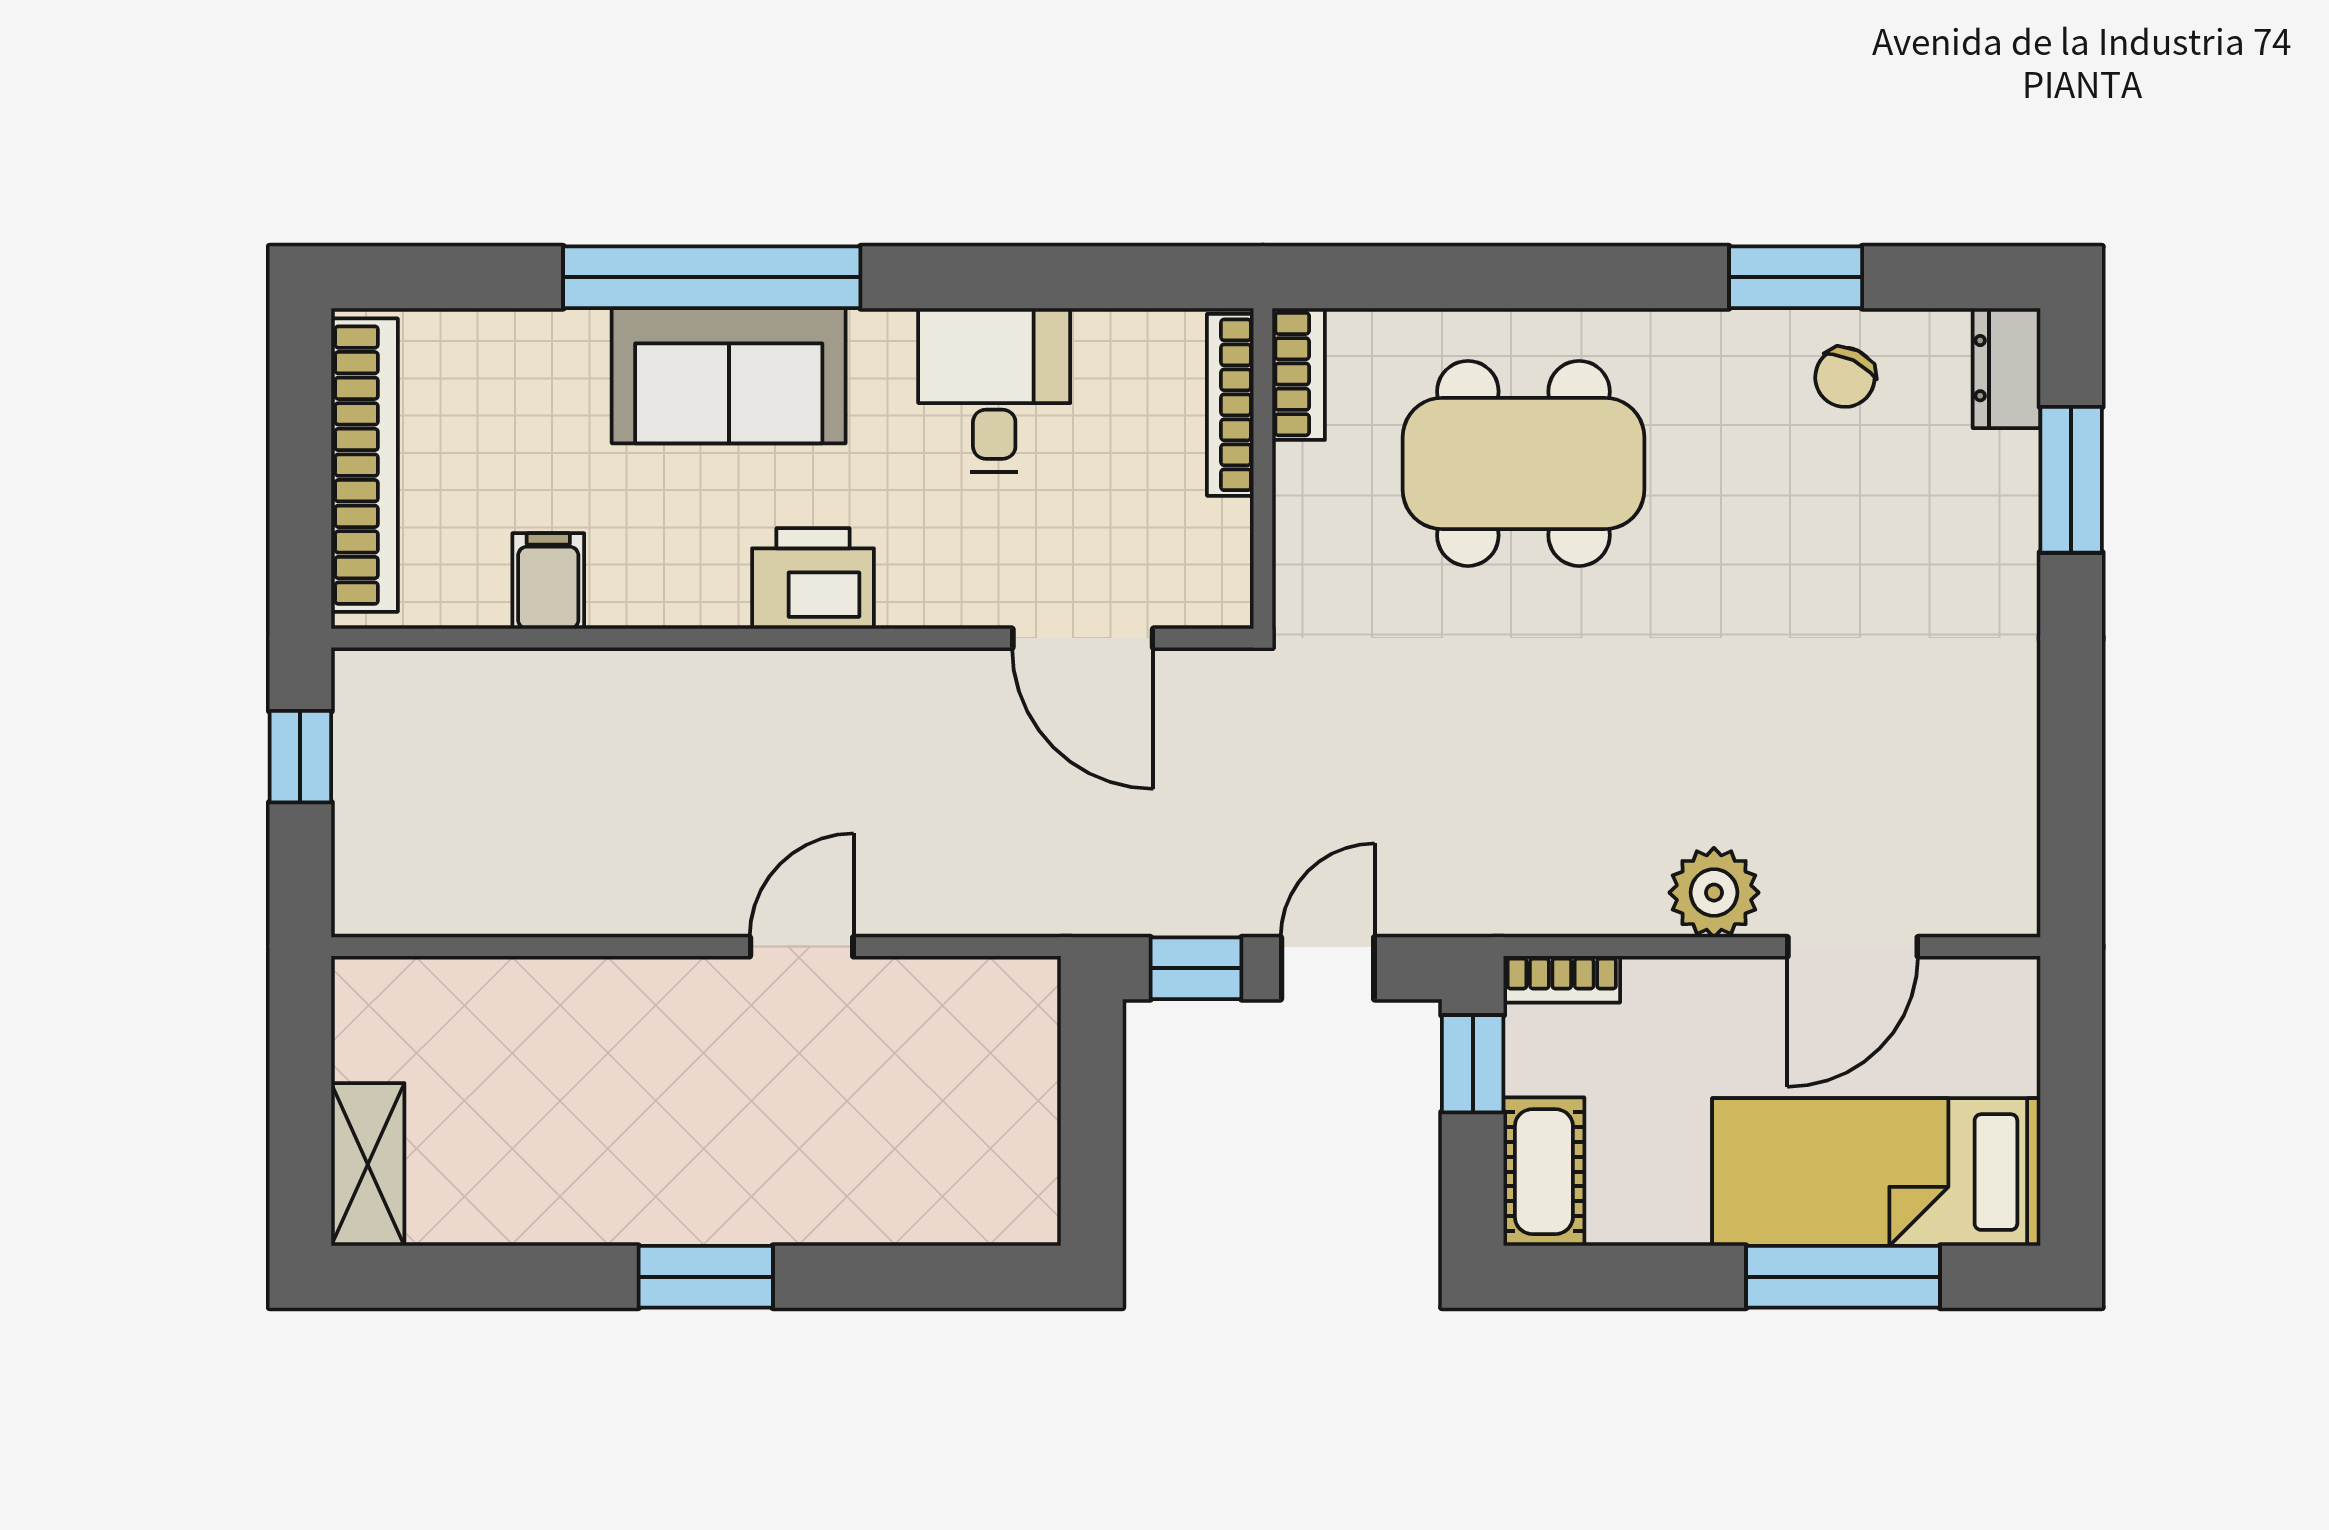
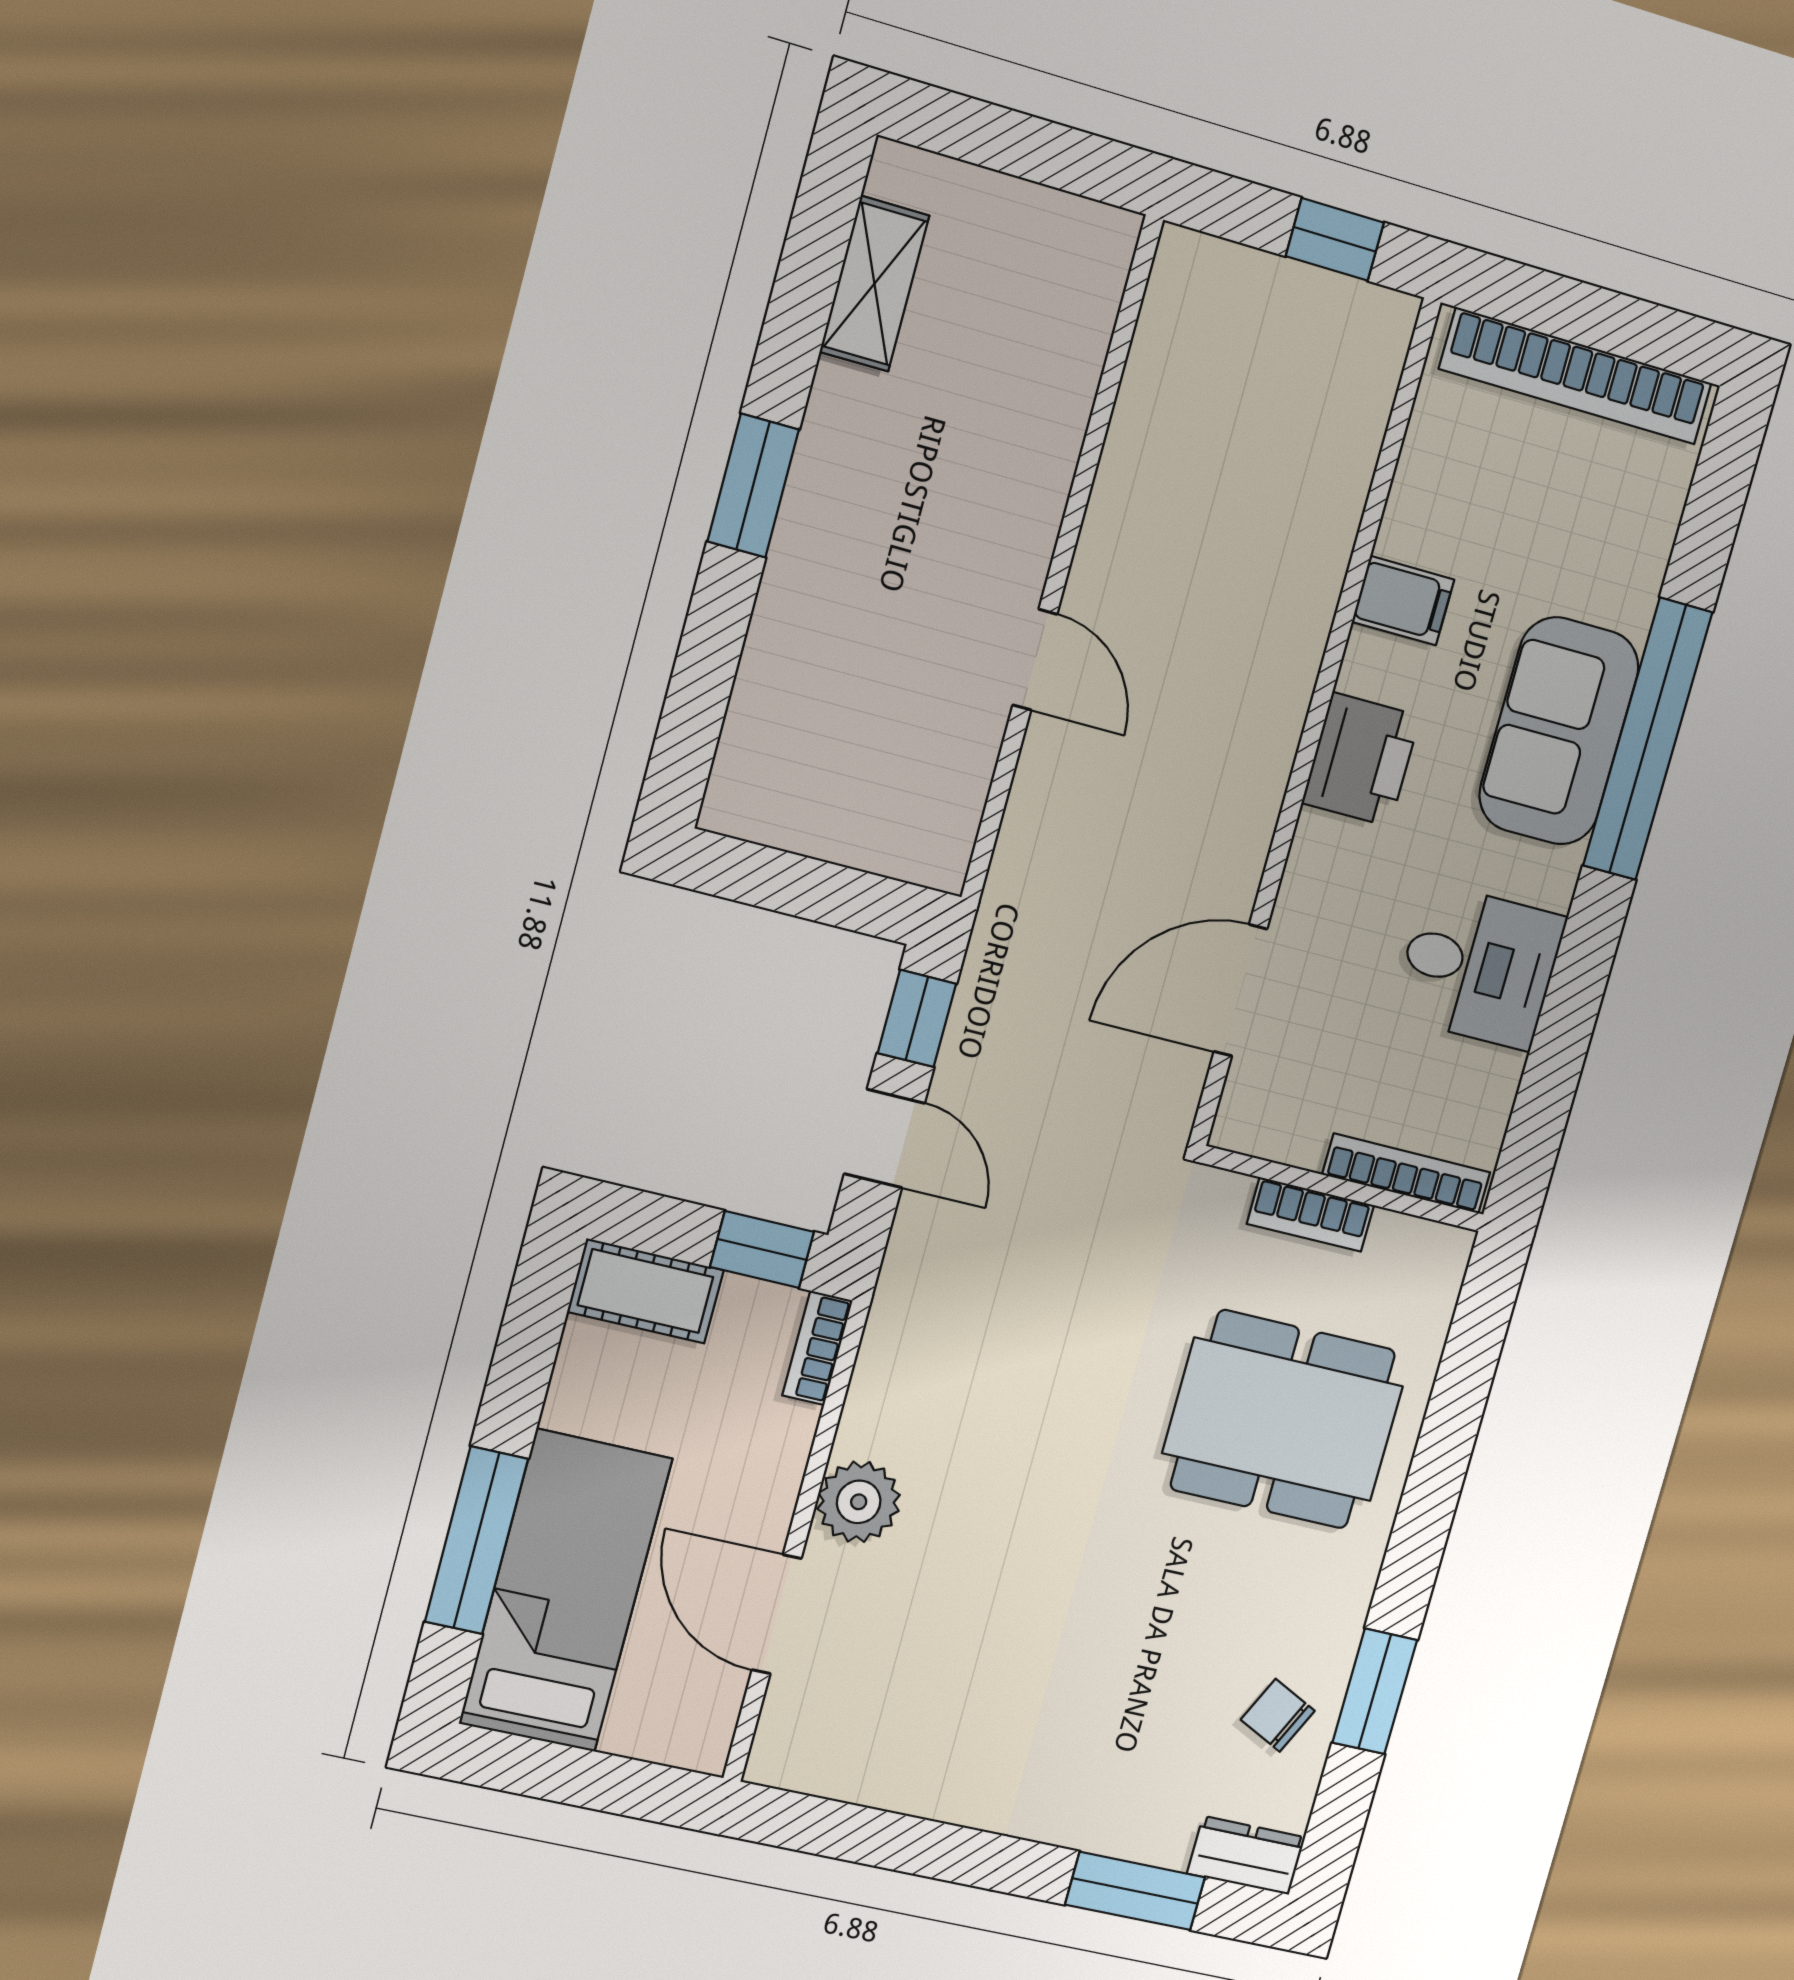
bookcase: (1299, 374) -> (1310, 1214), moved
dining table: (1523, 463) -> (1283, 1420), turned 90
filing cabinet: (548, 581) -> (1403, 601), moved
shelving: (368, 1165) -> (874, 284), moved, turned 90

